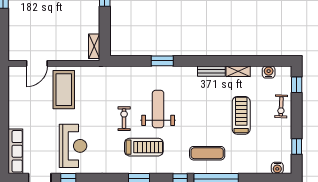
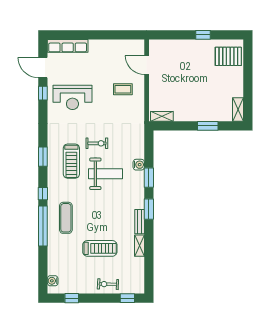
window: (197, 61) -> (149, 209), added
water cooler: (269, 72) -> (139, 165), moved
coffee table: (64, 90) -> (123, 89), width x0.54, depth x0.58

